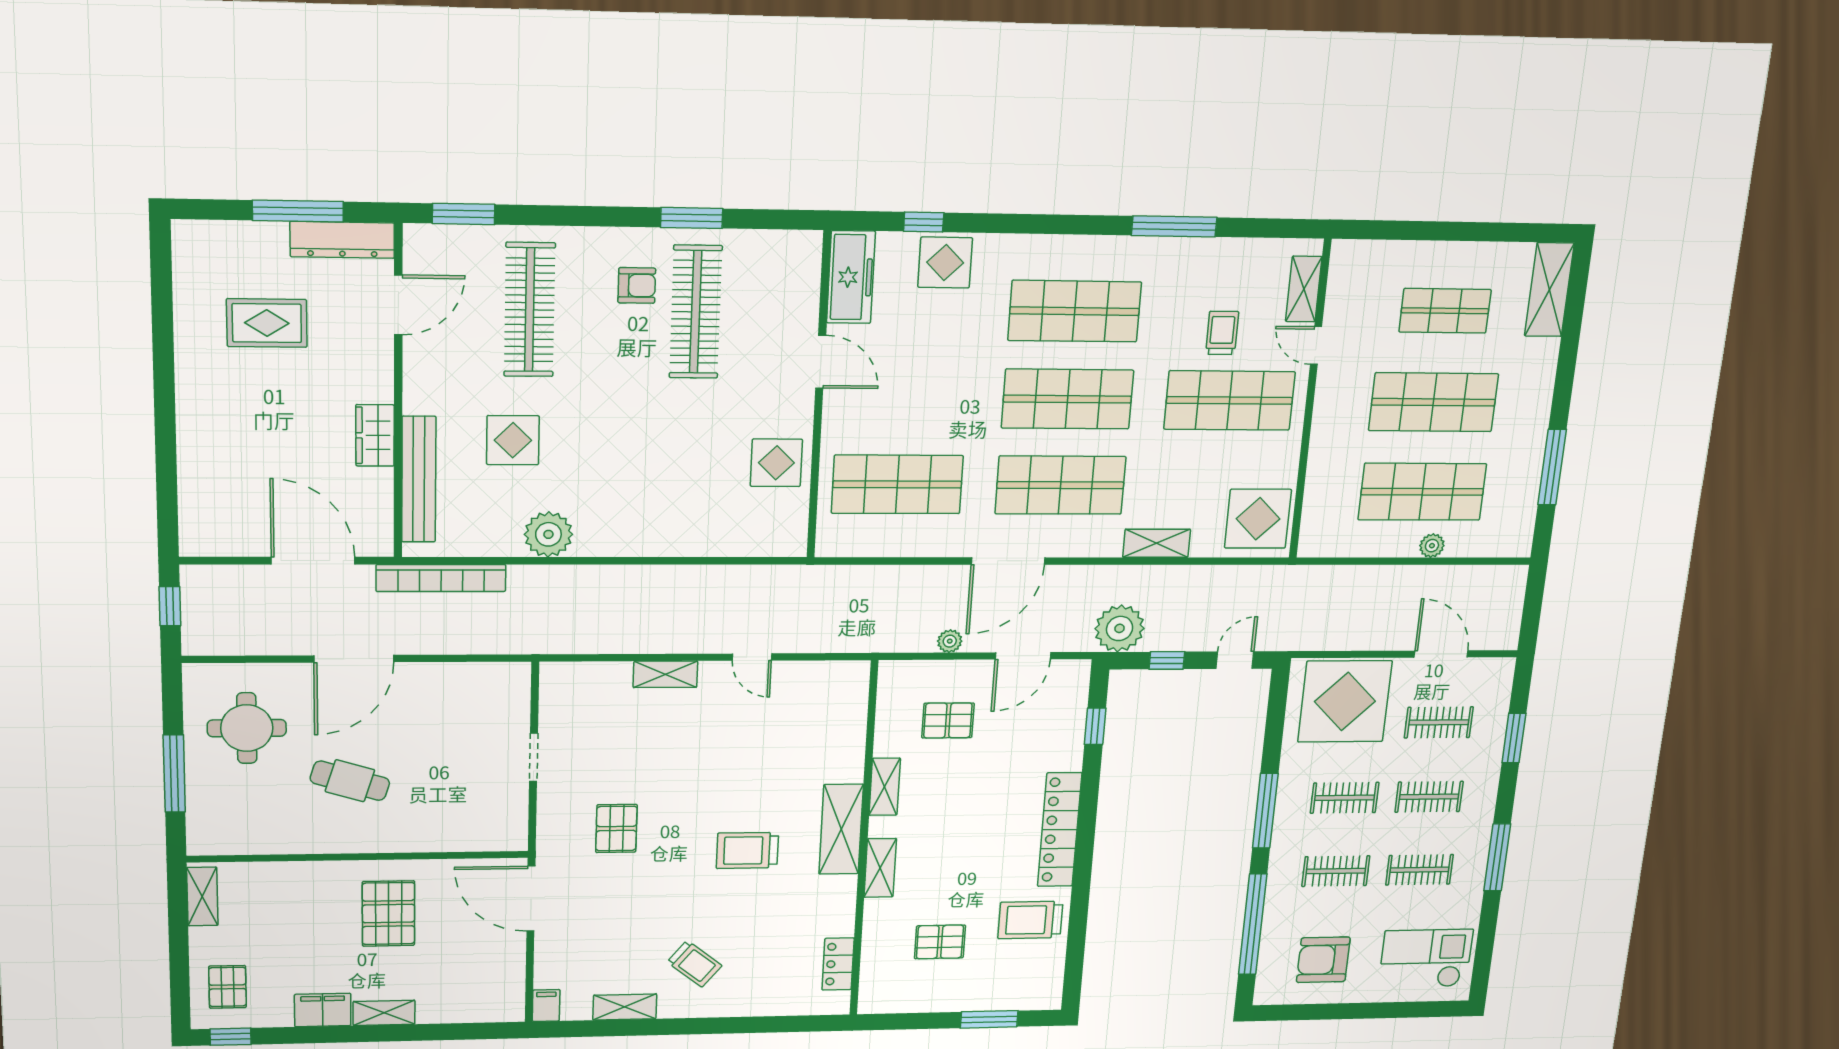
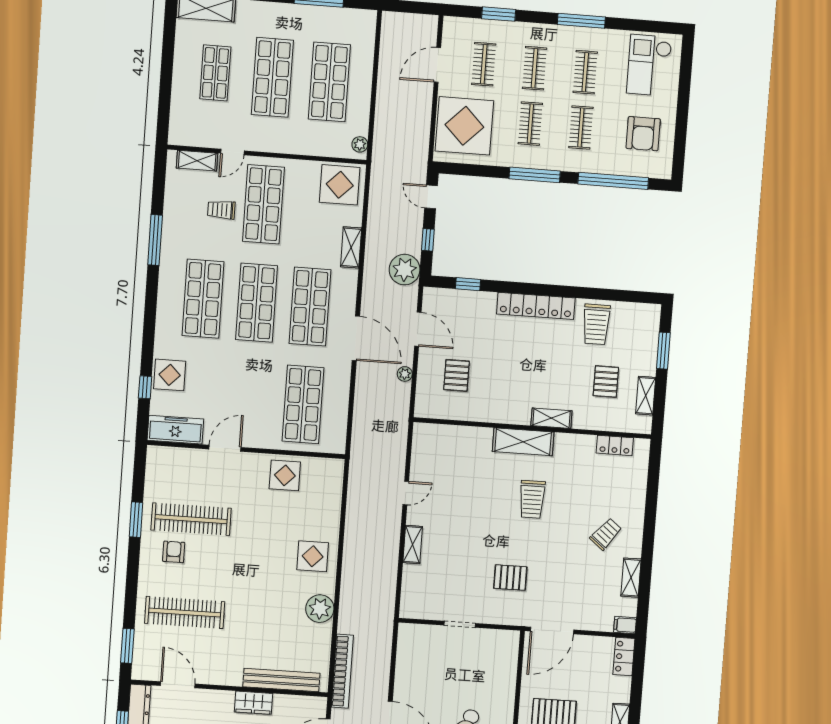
display table: (513, 440) -> (313, 556), moved
plant: (1432, 546) -> (360, 144), moved
shelving: (885, 787) -> (646, 396), moved, turned 90
locker: (494, 1009) -> (624, 656), added

